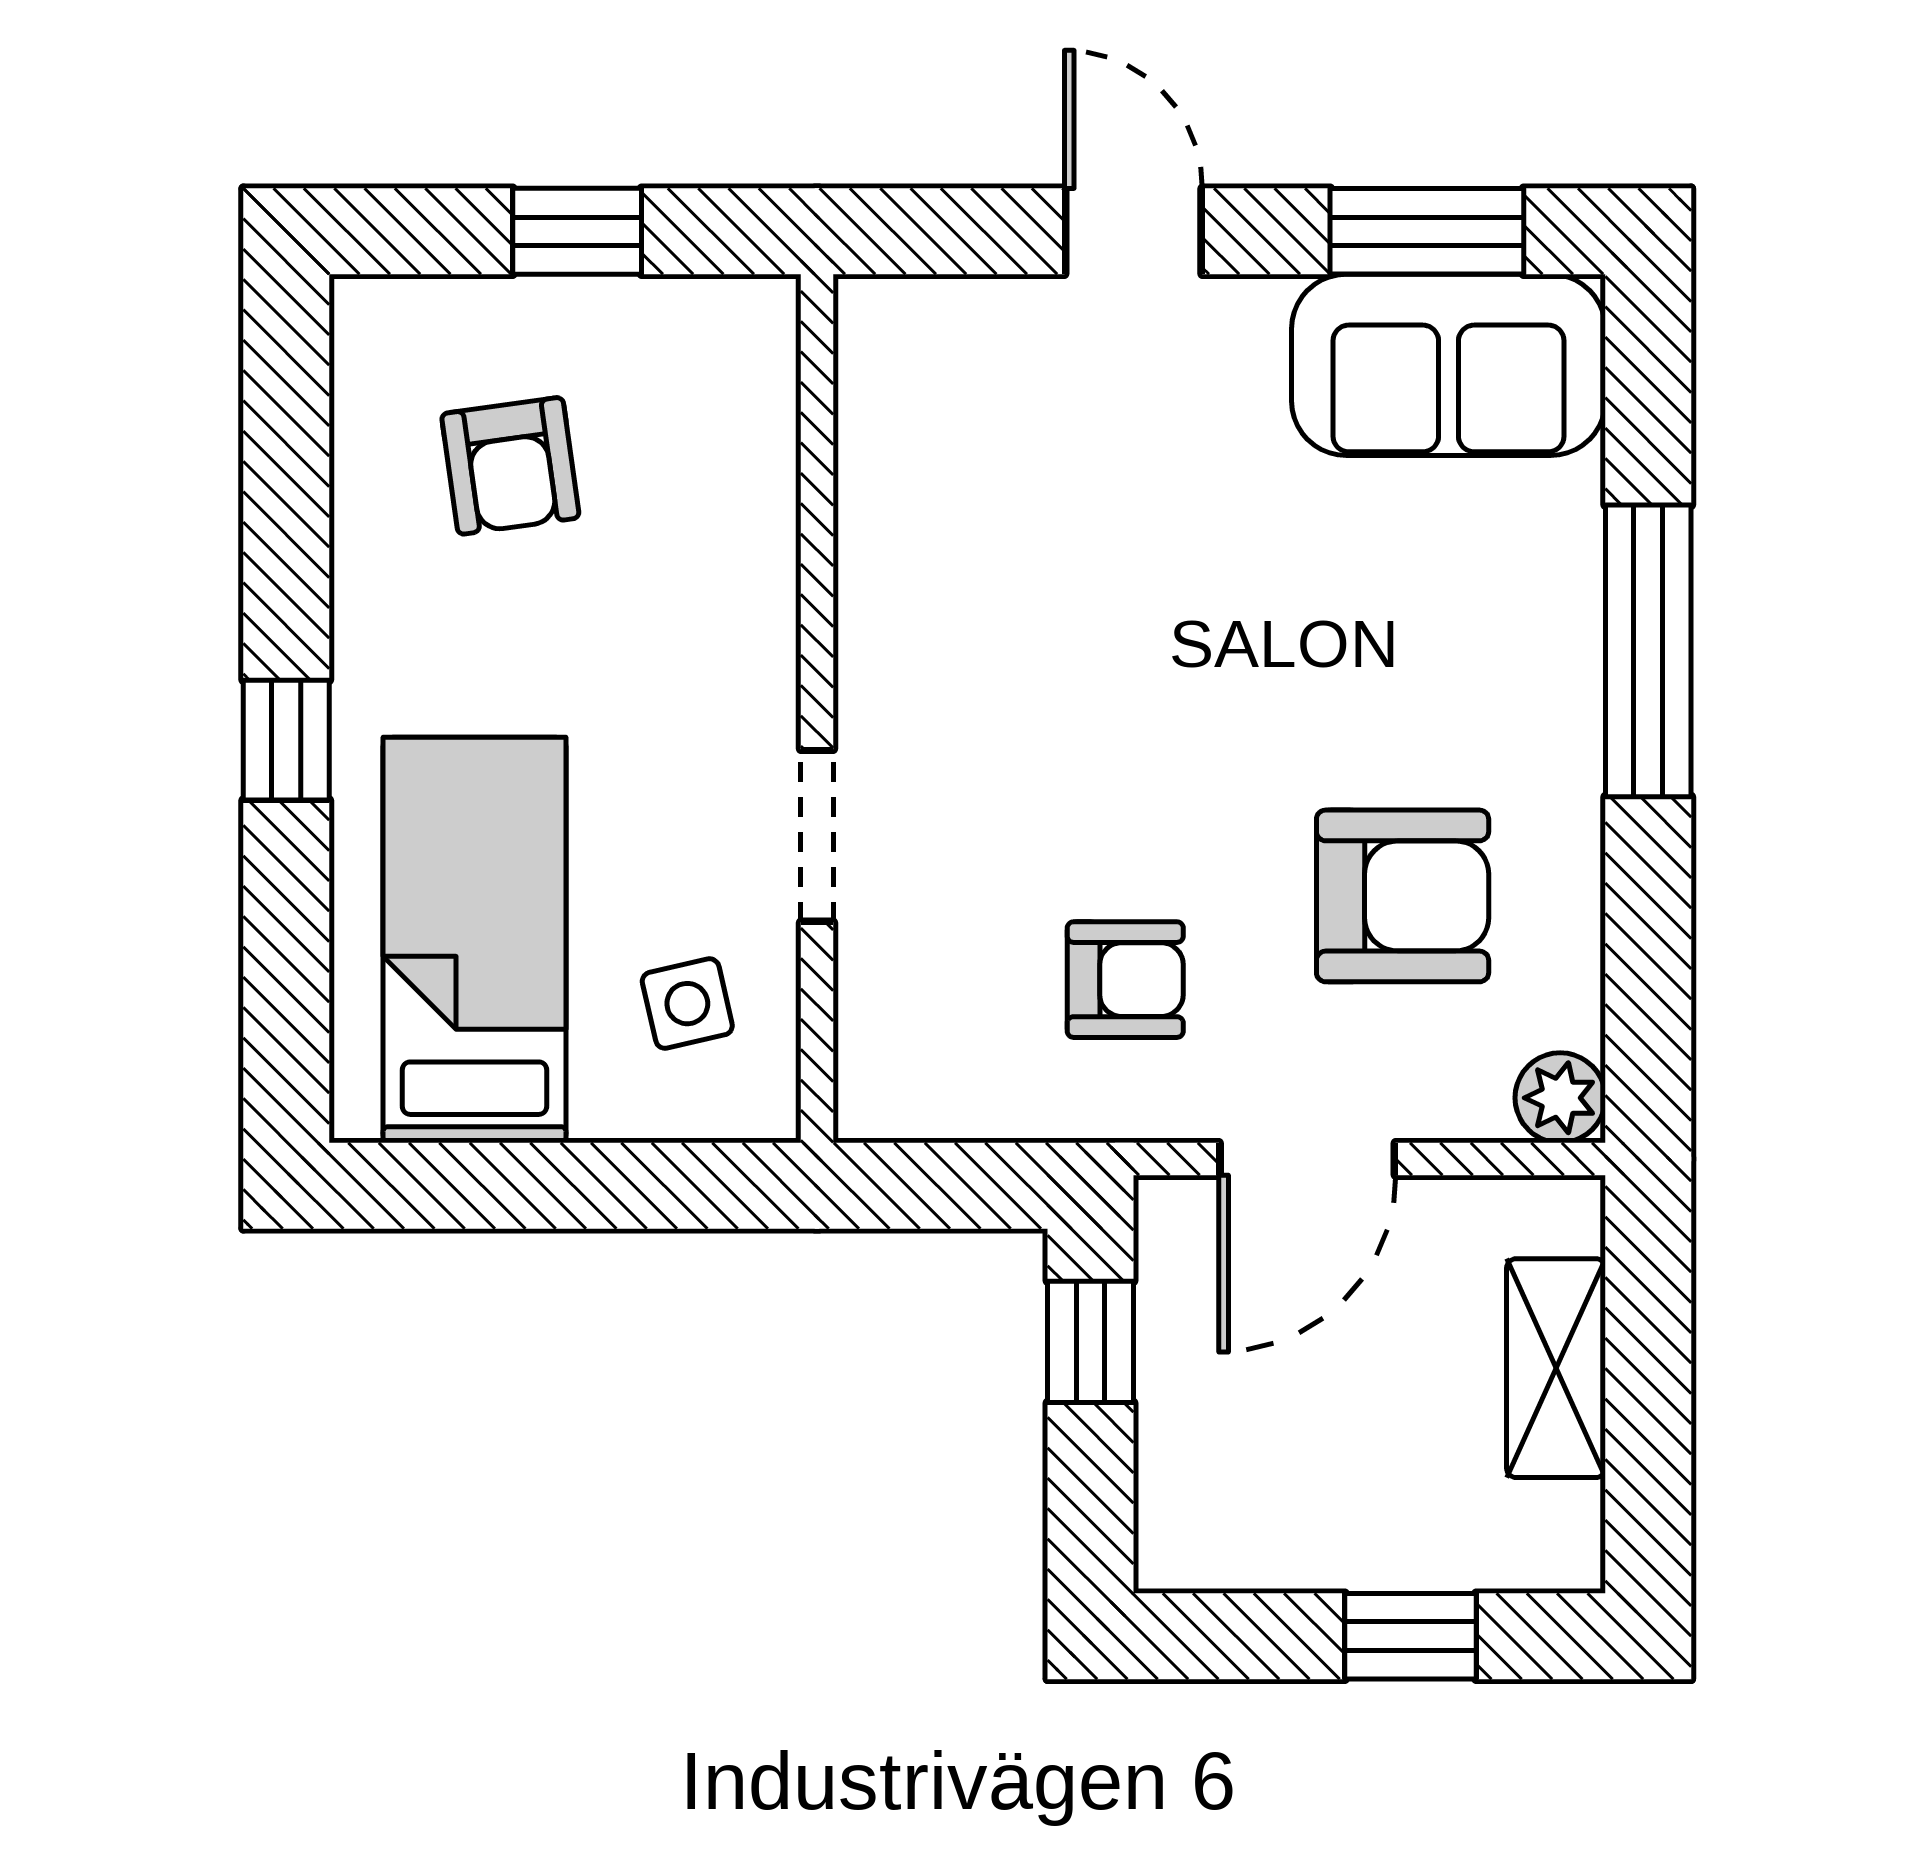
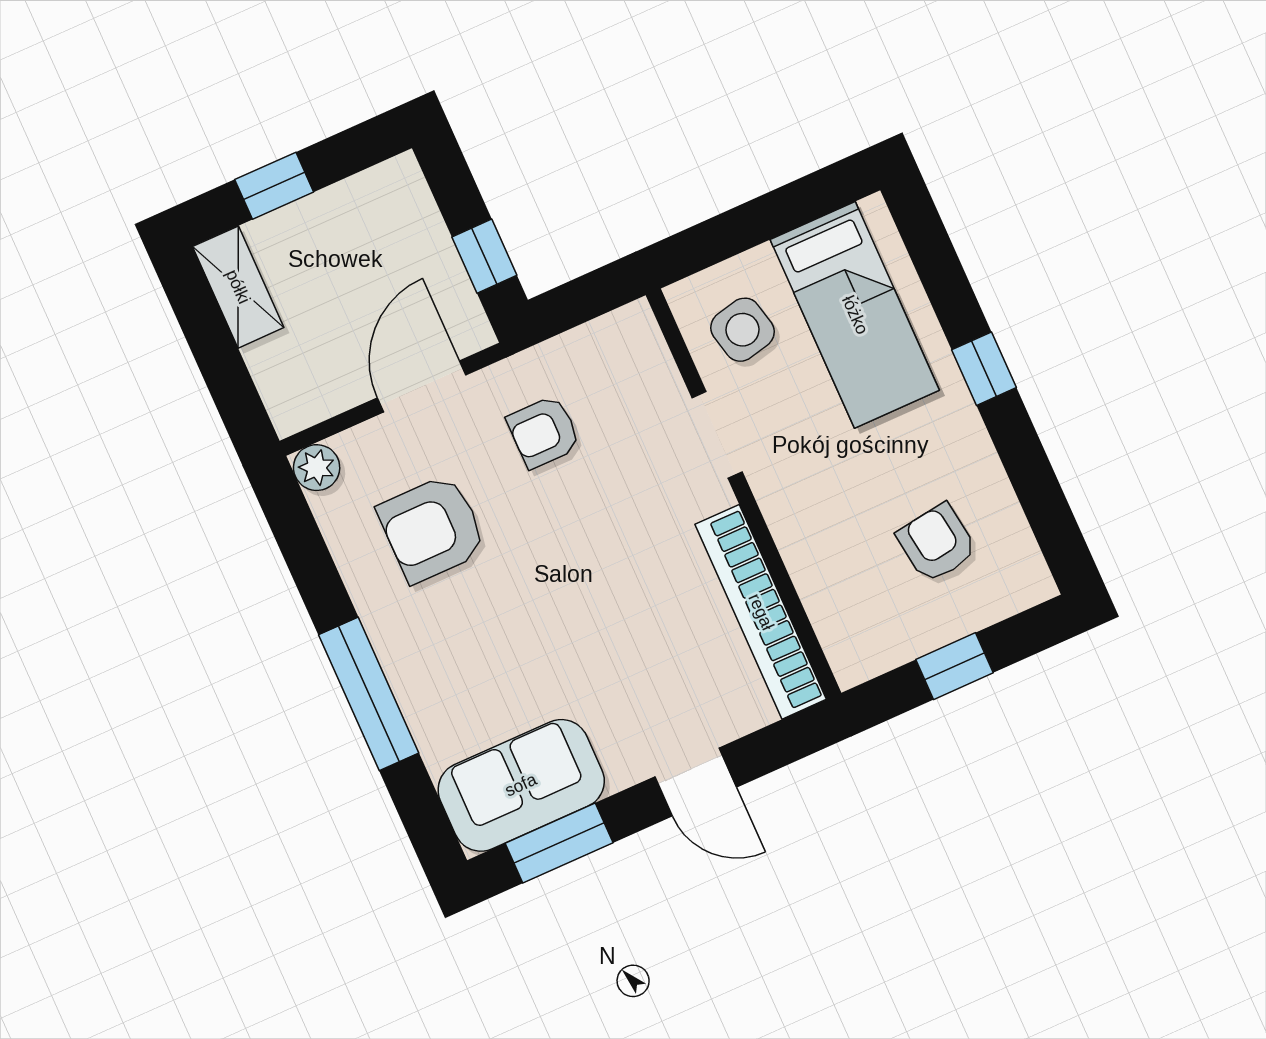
bookcase: (881, 484) -> (761, 612), added
side table: (687, 1004) -> (742, 330), width x1.37, depth x1.37
shelving: (1556, 1368) -> (238, 287), moved

